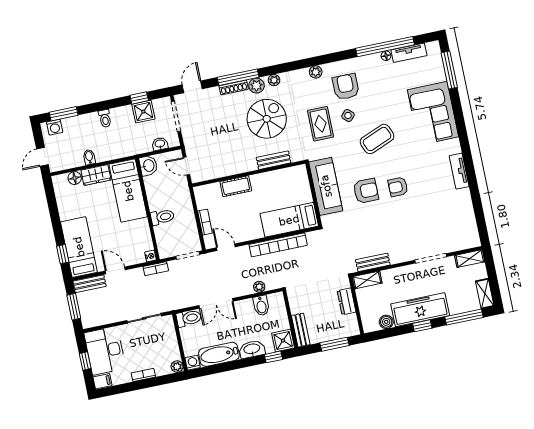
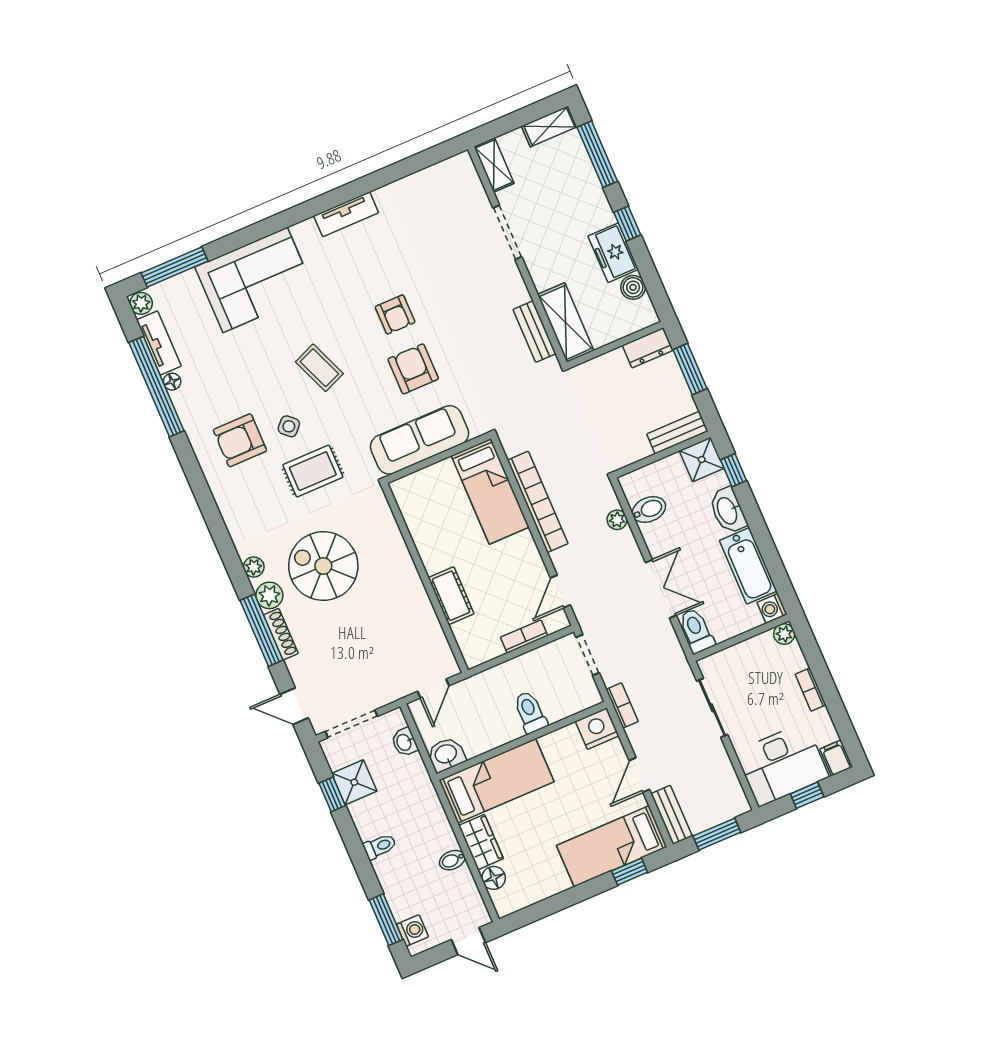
plant: (316, 72) -> (141, 303), moved
coffee table: (377, 139) -> (319, 368), width x0.73, depth x0.77
bench: (274, 160) -> (393, 540), removed
nightstand: (150, 256) -> (597, 729), width x1.89, depth x1.79
shelving: (367, 280) -> (566, 322), width x1.50, depth x1.33
dresser: (346, 301) -> (648, 348), moved
freezer: (420, 310) -> (613, 253), width x0.52, depth x0.79

